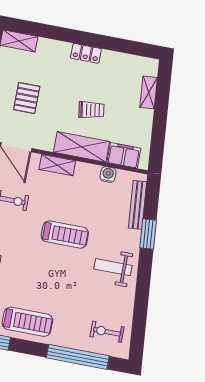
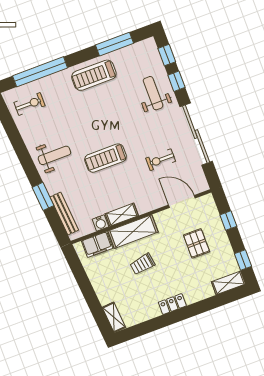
shelving: (149, 92) -> (114, 317), moved
shelving: (57, 165) -> (122, 215), moved

